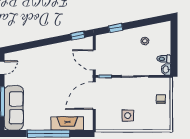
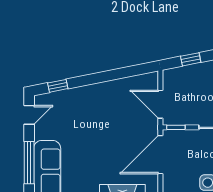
window: (78, 36) -> (58, 86), moved

